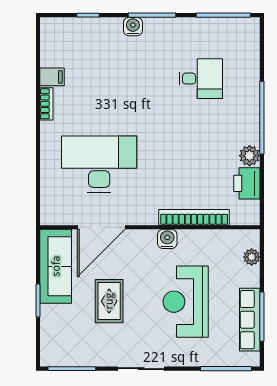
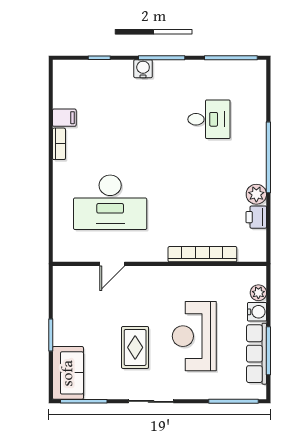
desk: (99, 164) -> (110, 202), turned 180
printer: (247, 183) -> (256, 217), width x0.73, depth x0.81
door: (101, 227) -> (112, 264), width x0.53
water cooler: (167, 239) -> (257, 312), moved, turned 90
sofa: (56, 266) -> (68, 373), moved, width x0.73
rug: (109, 301) -> (135, 347), moved

